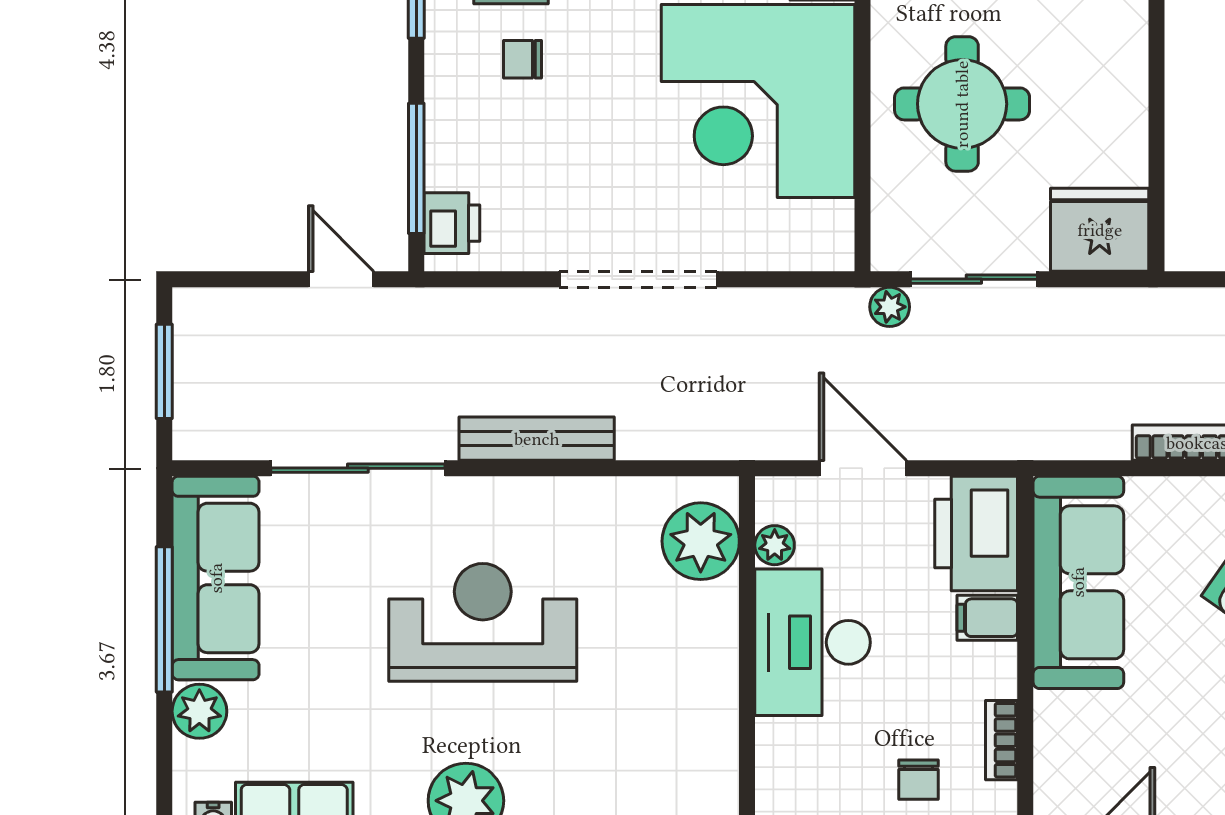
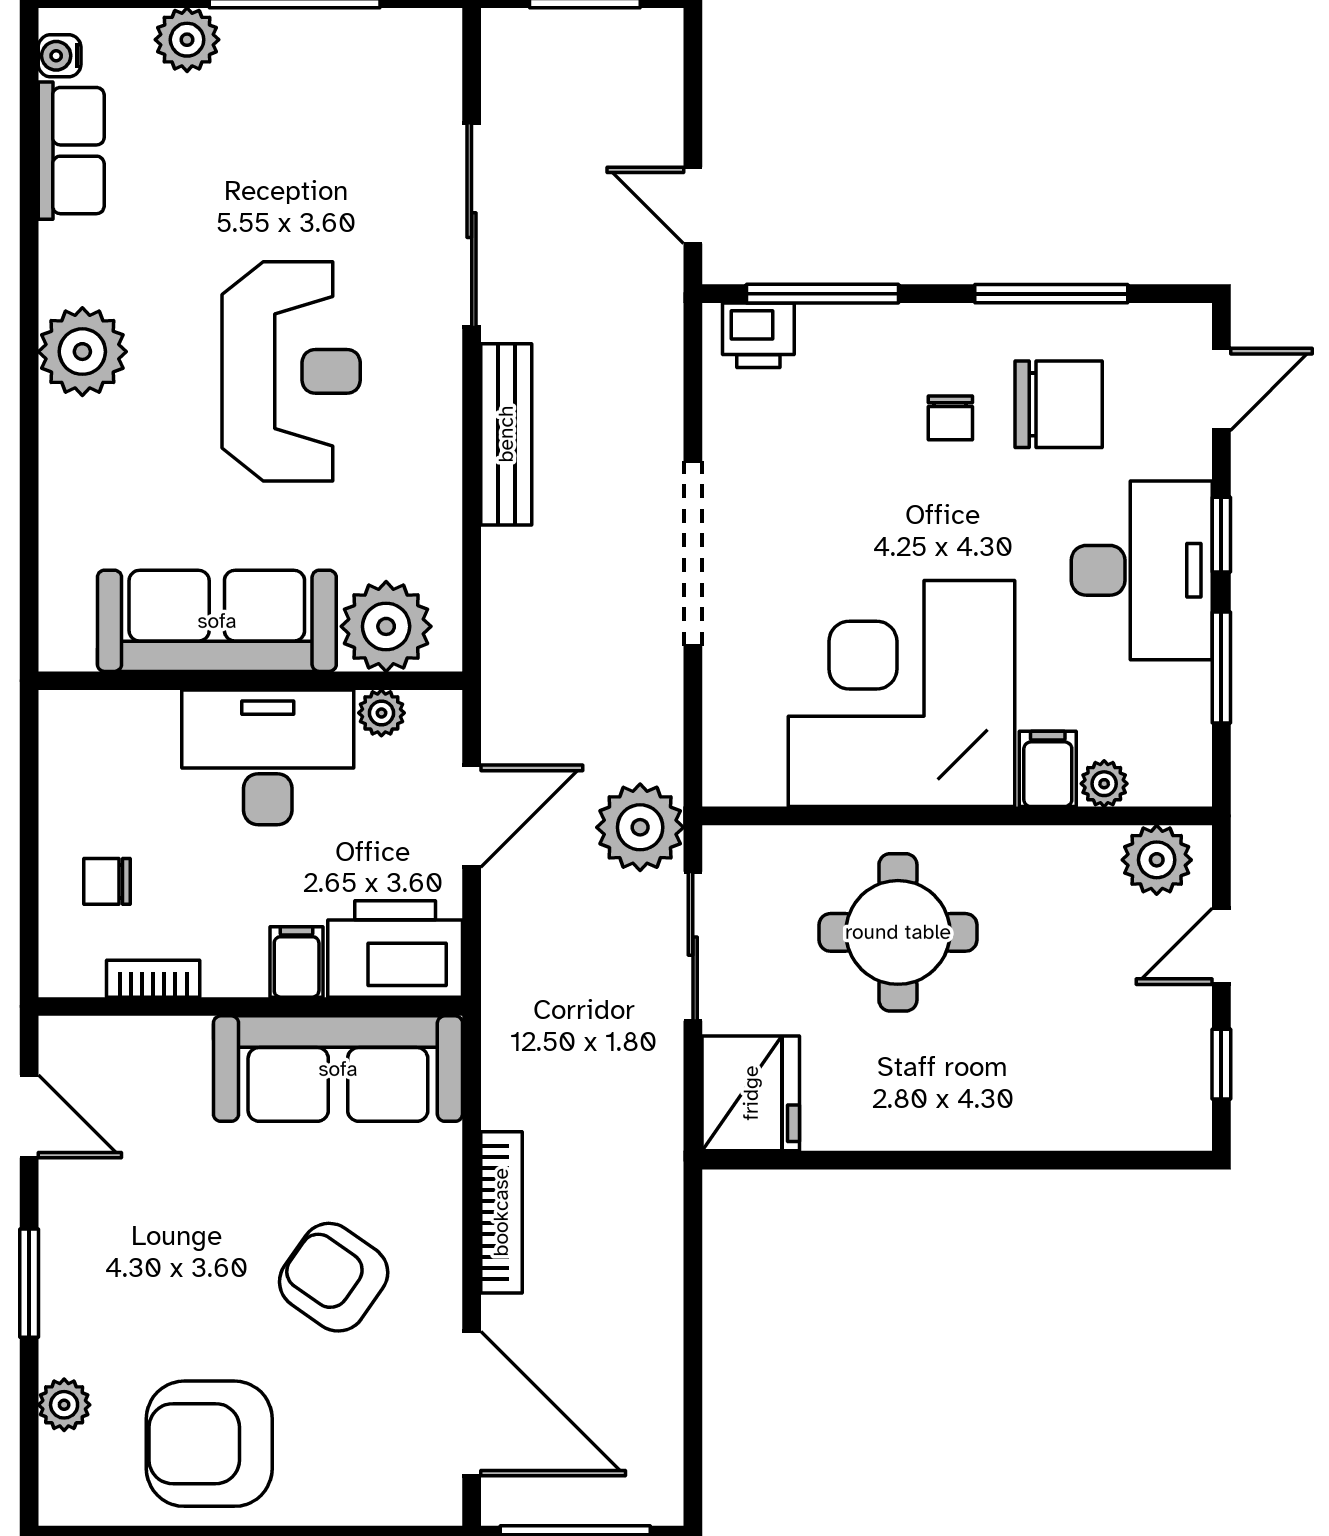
chair: (523, 59) -> (950, 418), turned 180
door: (341, 279) -> (693, 205), swing flipped
plant: (890, 307) -> (640, 827), width x1.87, depth x1.87
sofa: (216, 578) -> (217, 621), moved, turned 180

